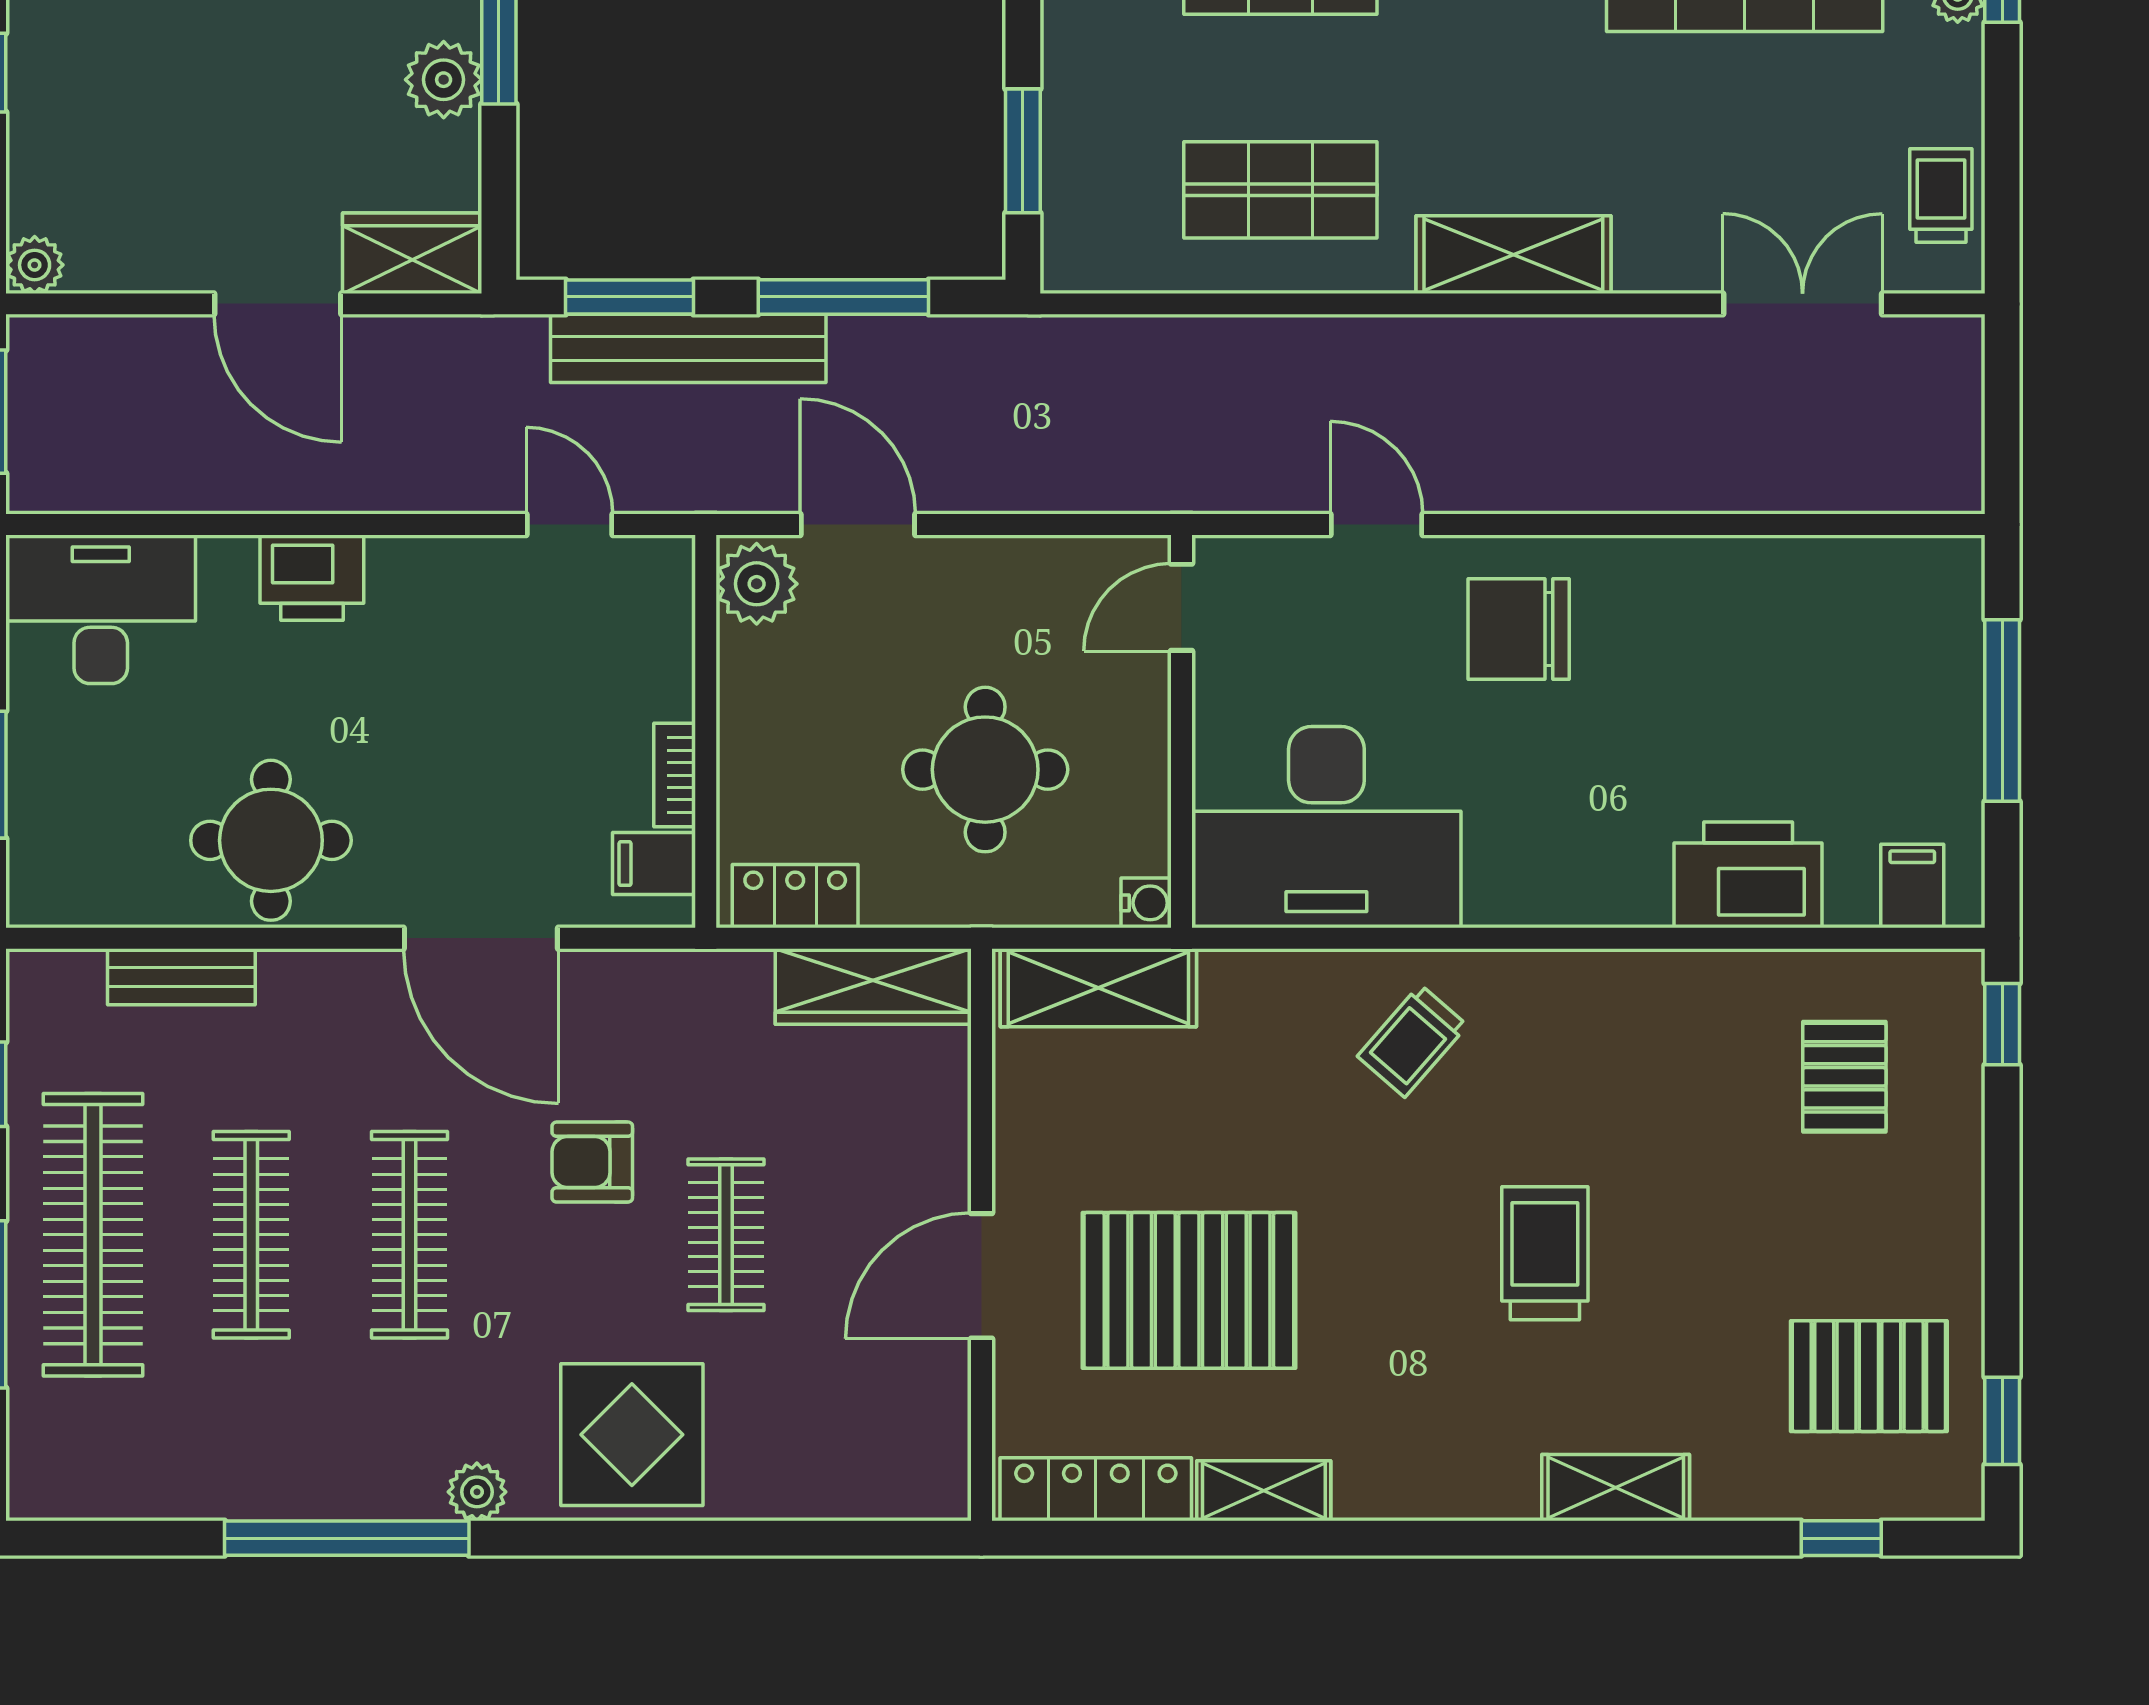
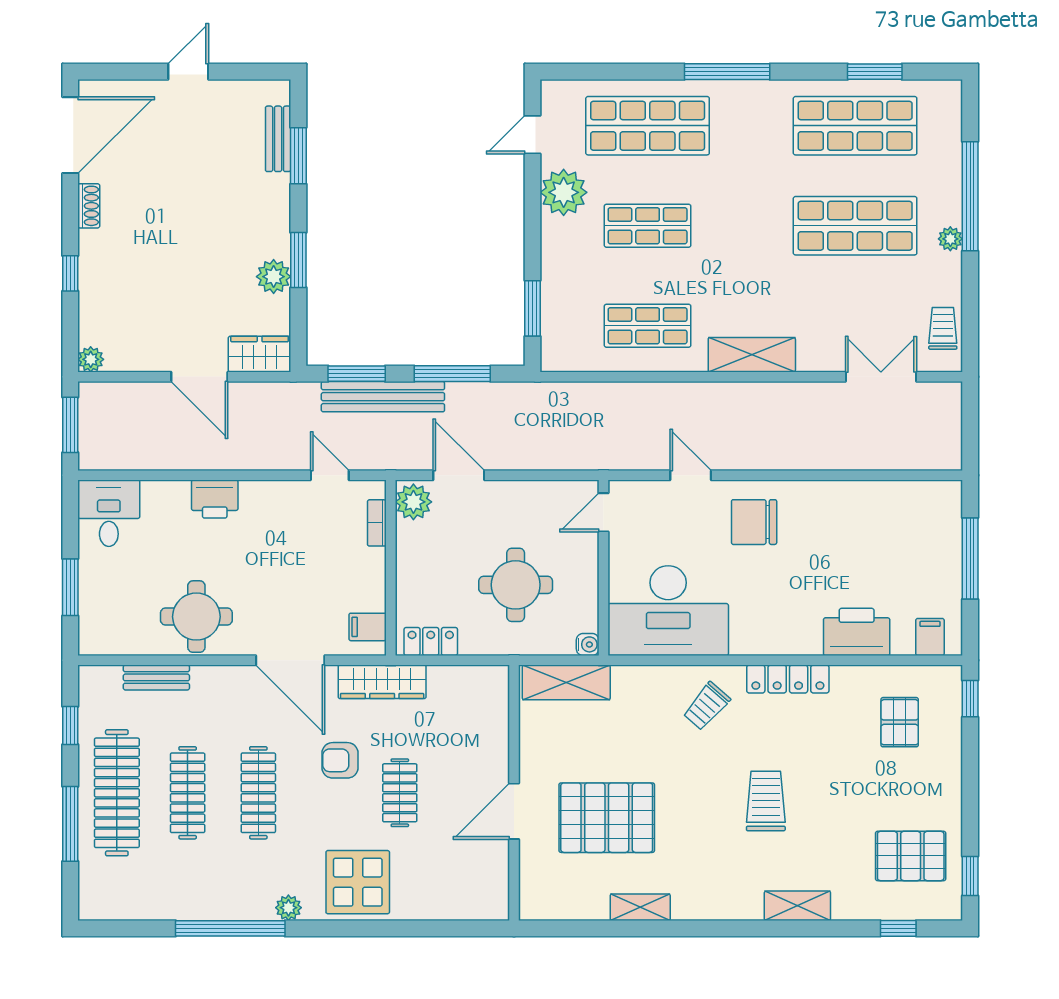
desk: (101, 609) -> (109, 513), width x0.73
bookcase: (675, 775) -> (377, 523), moved
wardrobe: (873, 986) -> (382, 682), moved
locker: (1096, 1489) -> (788, 679), moved, turned 180

